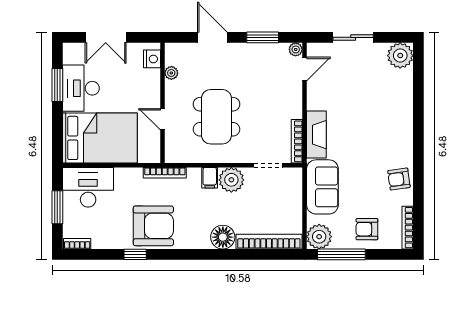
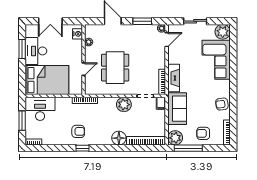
corner sofa: (389, 103) -> (216, 60), added
door: (162, 119) -> (84, 69), swing flipped
filing cabinet: (210, 178) -> (161, 103), moved
armchair: (153, 226) -> (78, 131), width x0.53, depth x0.53
window: (135, 254) -> (83, 148), moved

